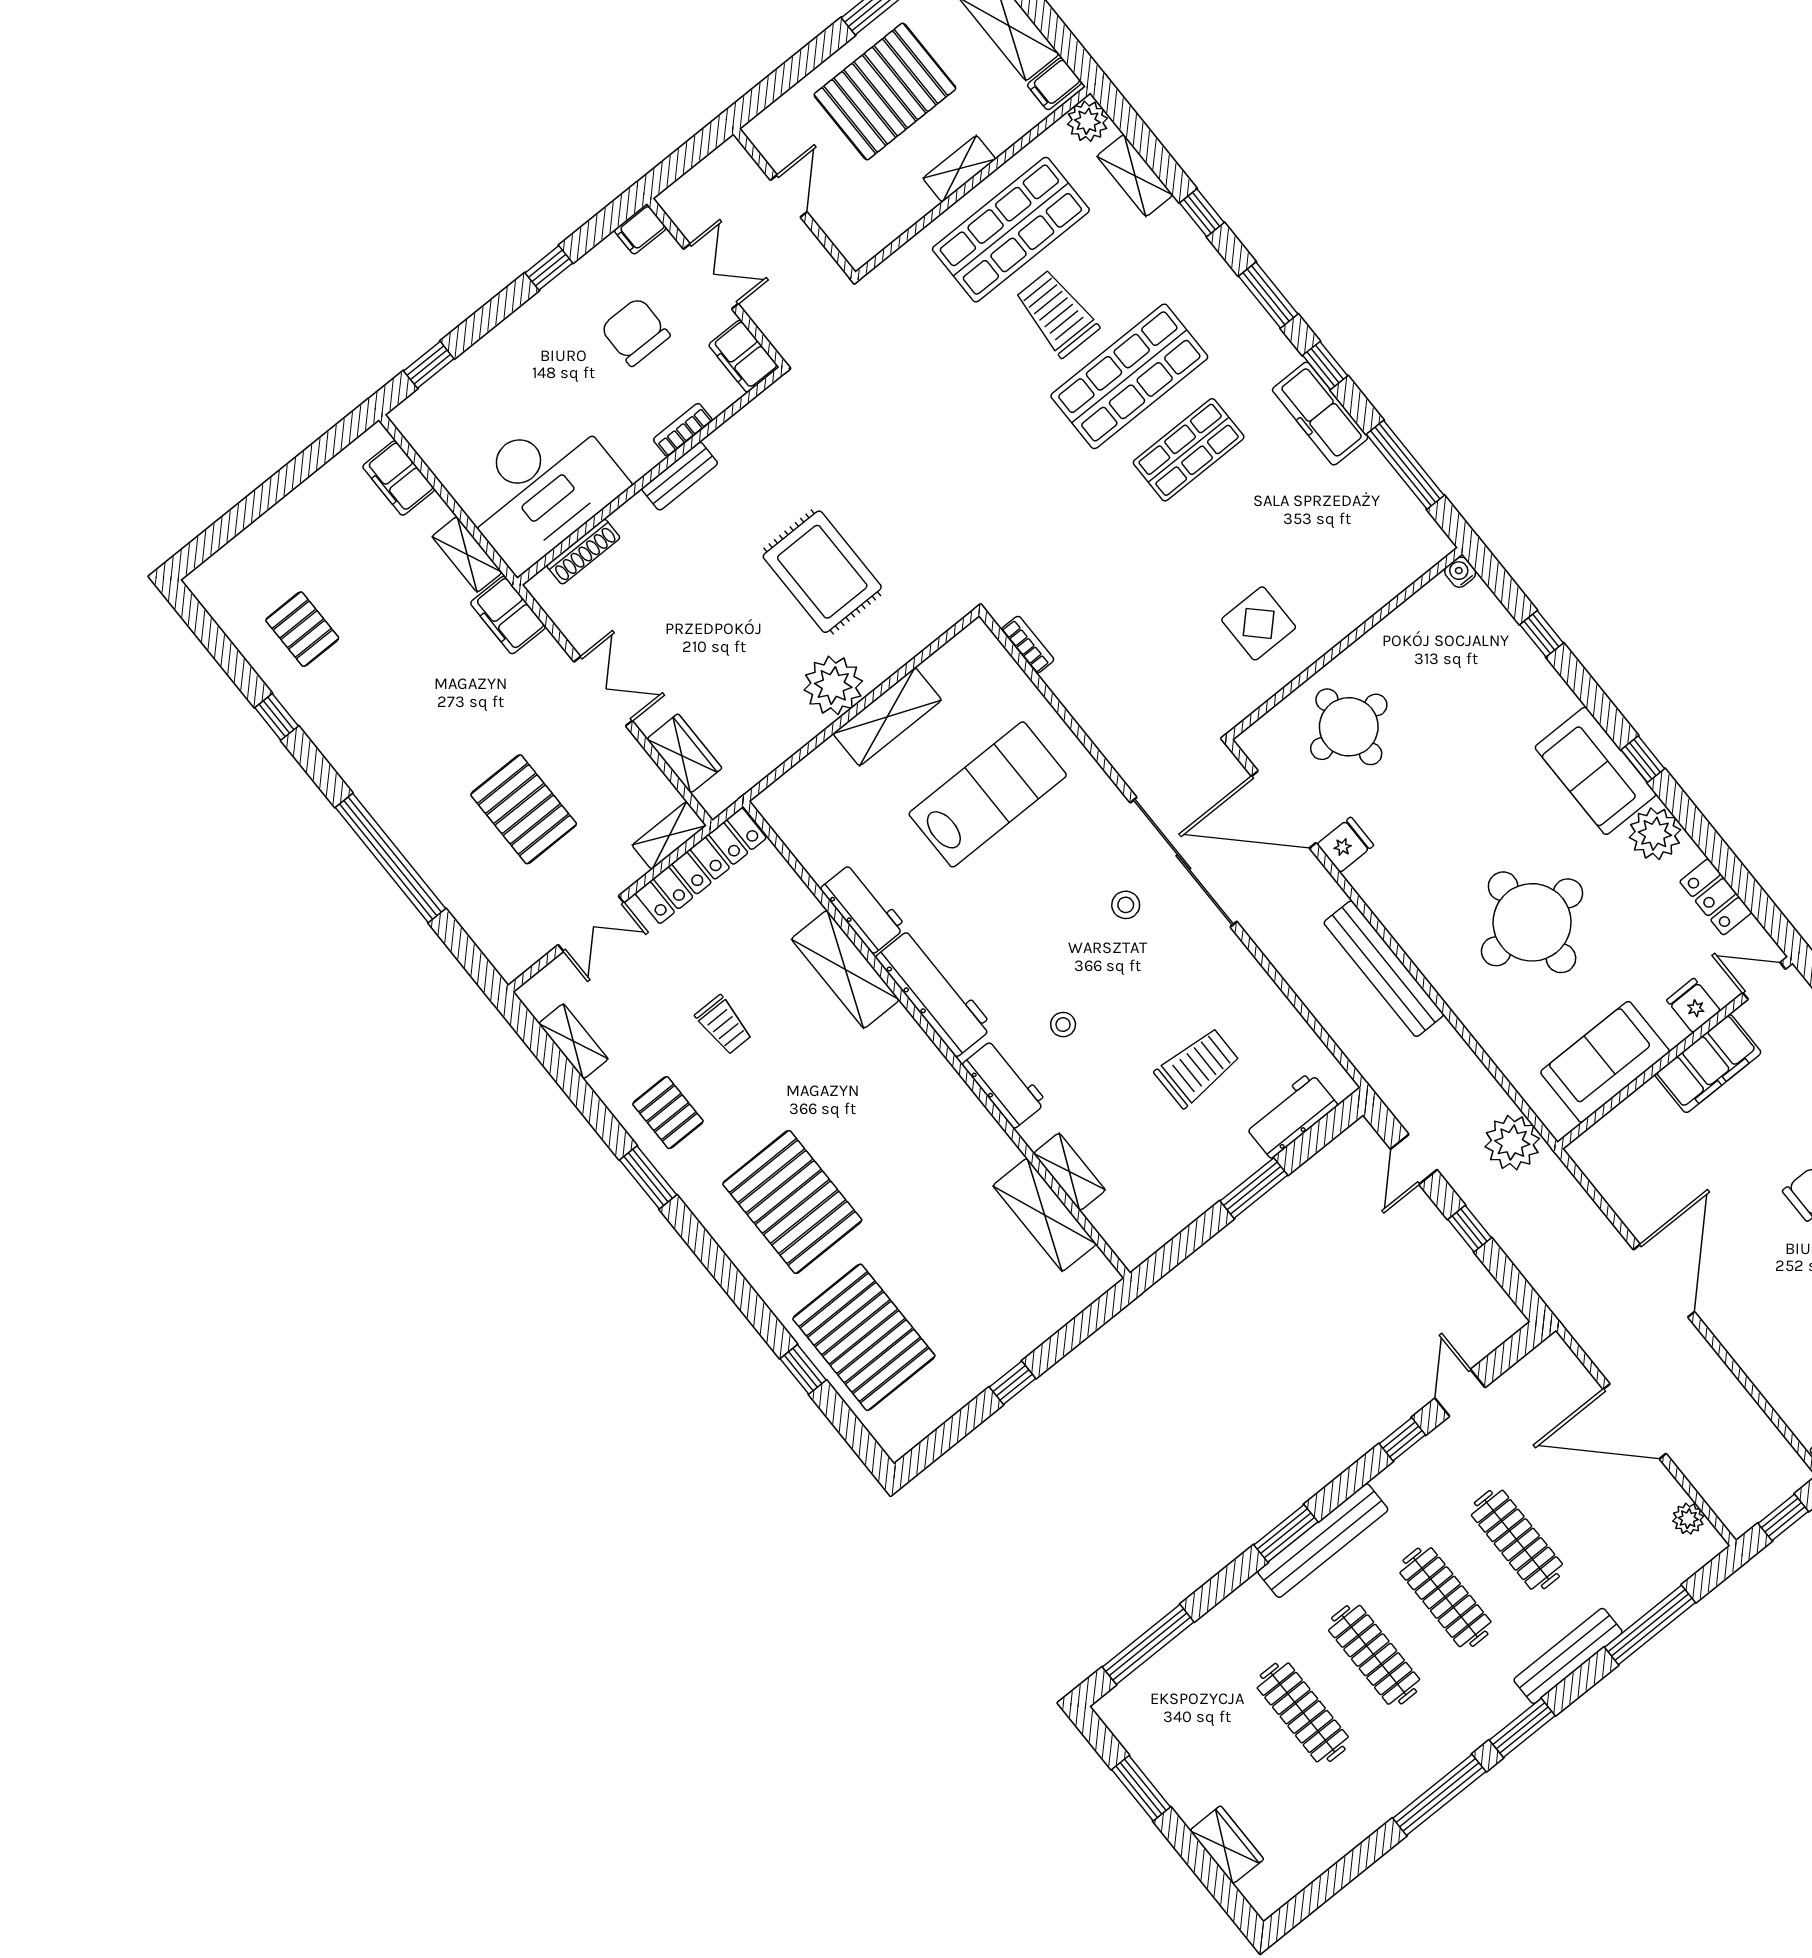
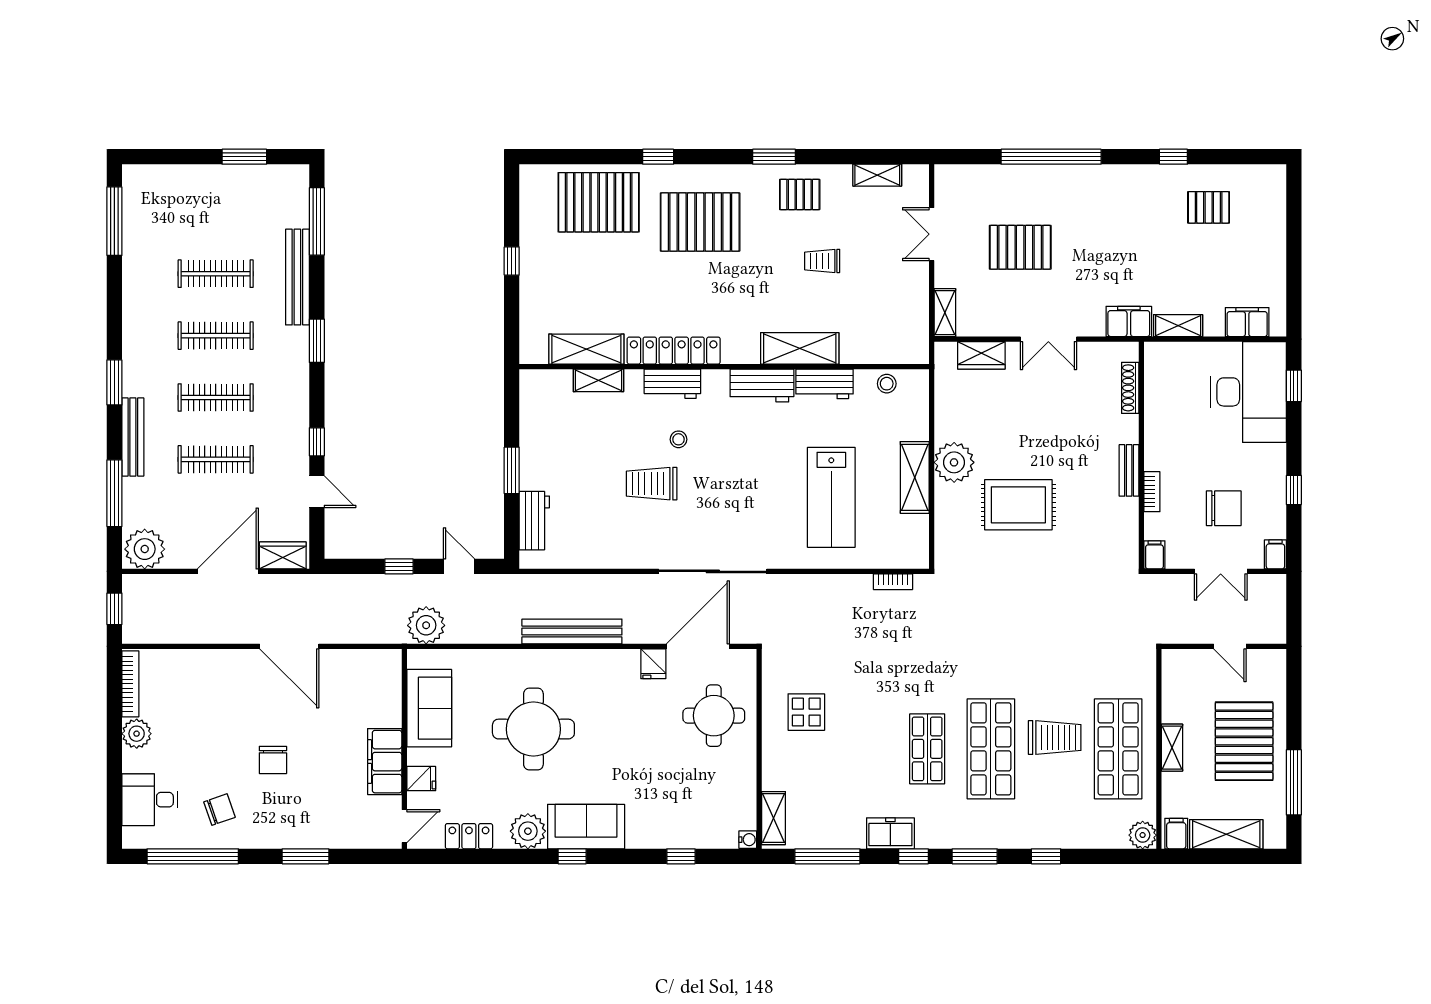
shelving: (1135, 176) -> (774, 818), moved, turned 90
filing cabinet: (744, 356) -> (1154, 555), width x0.50
freezer: (1320, 414) -> (890, 833), width x0.71
desk: (540, 488) -> (1249, 392), moved, turned 180
locker: (701, 866) -> (674, 351), moved, turned 90
stool: (1126, 905) -> (887, 384), moved
workbench: (934, 992) -> (762, 386), width x0.73
trolley: (1197, 1067) -> (652, 484), moved, turned 90
window: (803, 1369) -> (658, 157), moved
plant: (1688, 1519) -> (145, 549), width x1.87, depth x1.87
bench: (1323, 1541) -> (297, 277), moved
window: (1439, 1795) -> (114, 221), moved
wardrobe: (1227, 1845) -> (283, 555), moved, turned 180

